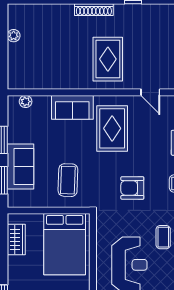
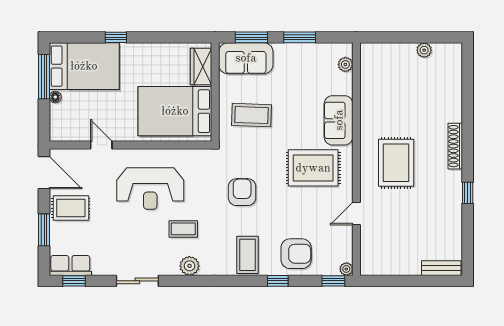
rug: (108, 59) -> (396, 163), turned 90
sofa: (20, 167) -> (246, 58), moved
wardrobe: (16, 240) -> (201, 67), moved, turned 90

